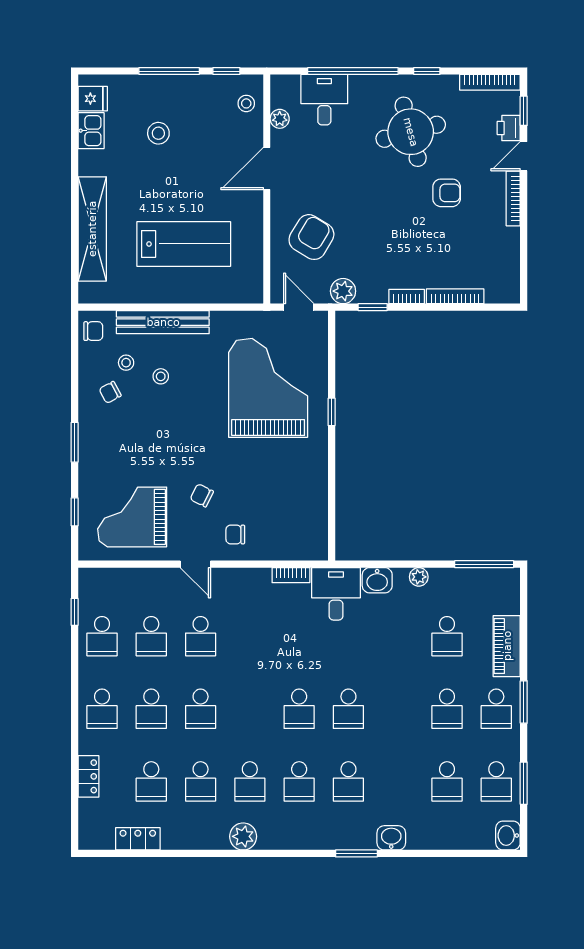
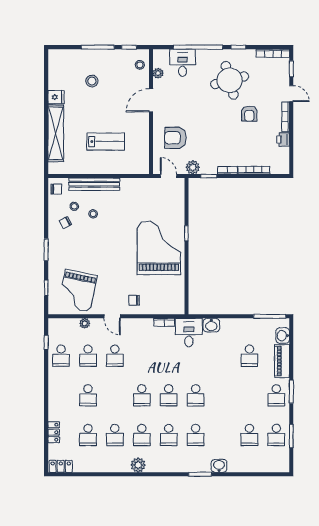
fridge: (93, 99) -> (56, 97), moved
printer: (509, 128) -> (283, 140), moved
kitchen sink: (91, 131) -> (55, 80), removed
door: (524, 156) -> (291, 94), swing flipped
armchair: (447, 193) -> (249, 114), turned 90
armchair: (311, 237) -> (175, 138), turned -121
lab bench: (184, 244) -> (106, 142), width x0.73, depth x0.72
grand piano: (268, 388) -> (159, 248), moved
chair: (202, 495) -> (116, 279), removed
grand piano: (132, 517) -> (78, 291), turned -78
plant: (419, 577) -> (85, 323), moved
school desk: (102, 709) -> (61, 395), removed
school desk: (201, 709) -> (142, 395), moved
school desk: (447, 709) -> (249, 395), removed
washbasin: (508, 836) -> (283, 336), moved
locker: (138, 839) -> (61, 466), moved

